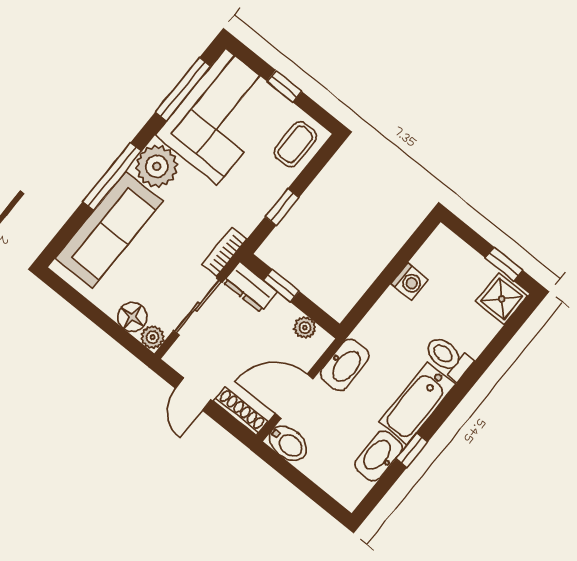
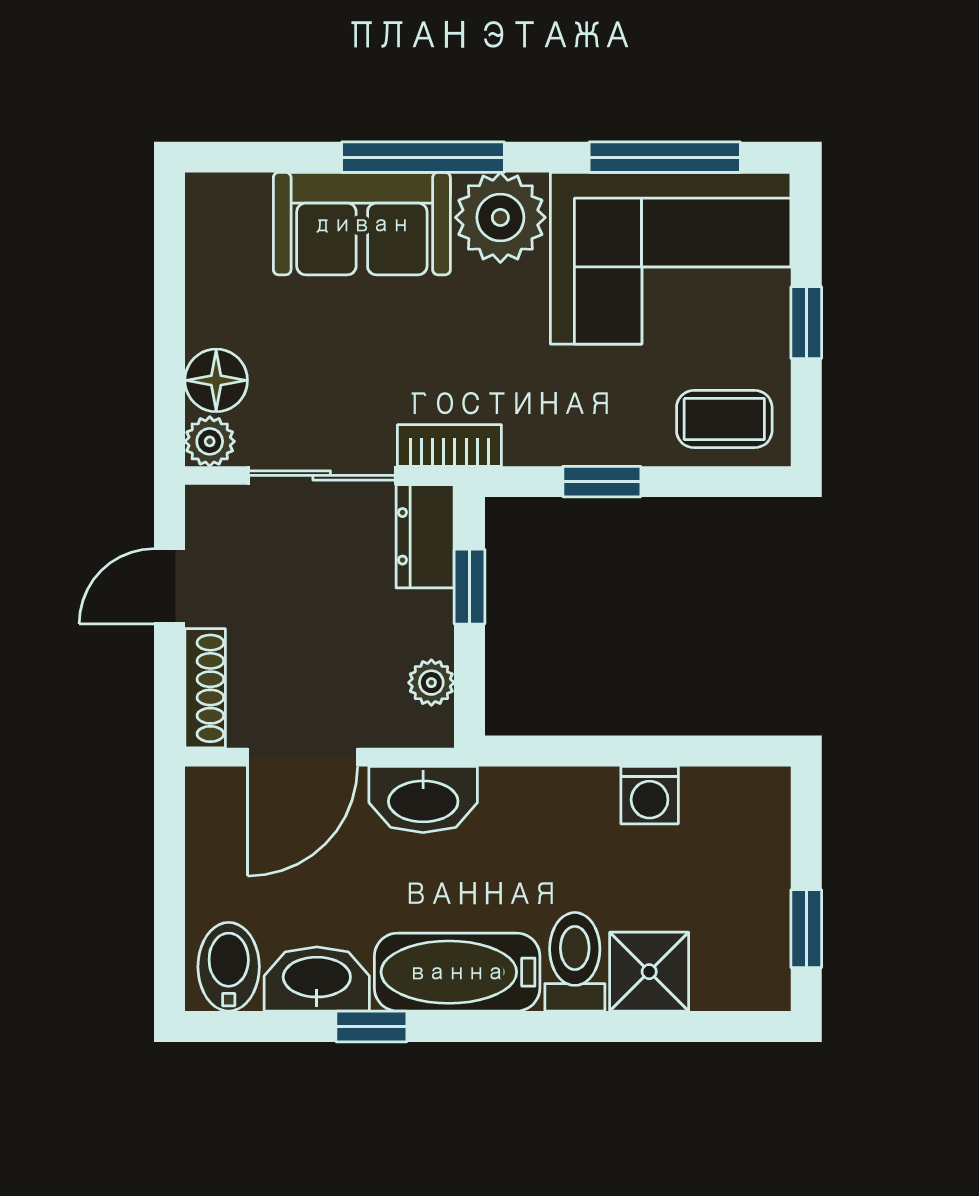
sofa: (109, 230) -> (362, 224), width x0.73
shower: (502, 299) -> (649, 972), moved
door: (294, 396) -> (303, 757), swing flipped
bidet: (288, 443) -> (229, 967), moved, turned 180

